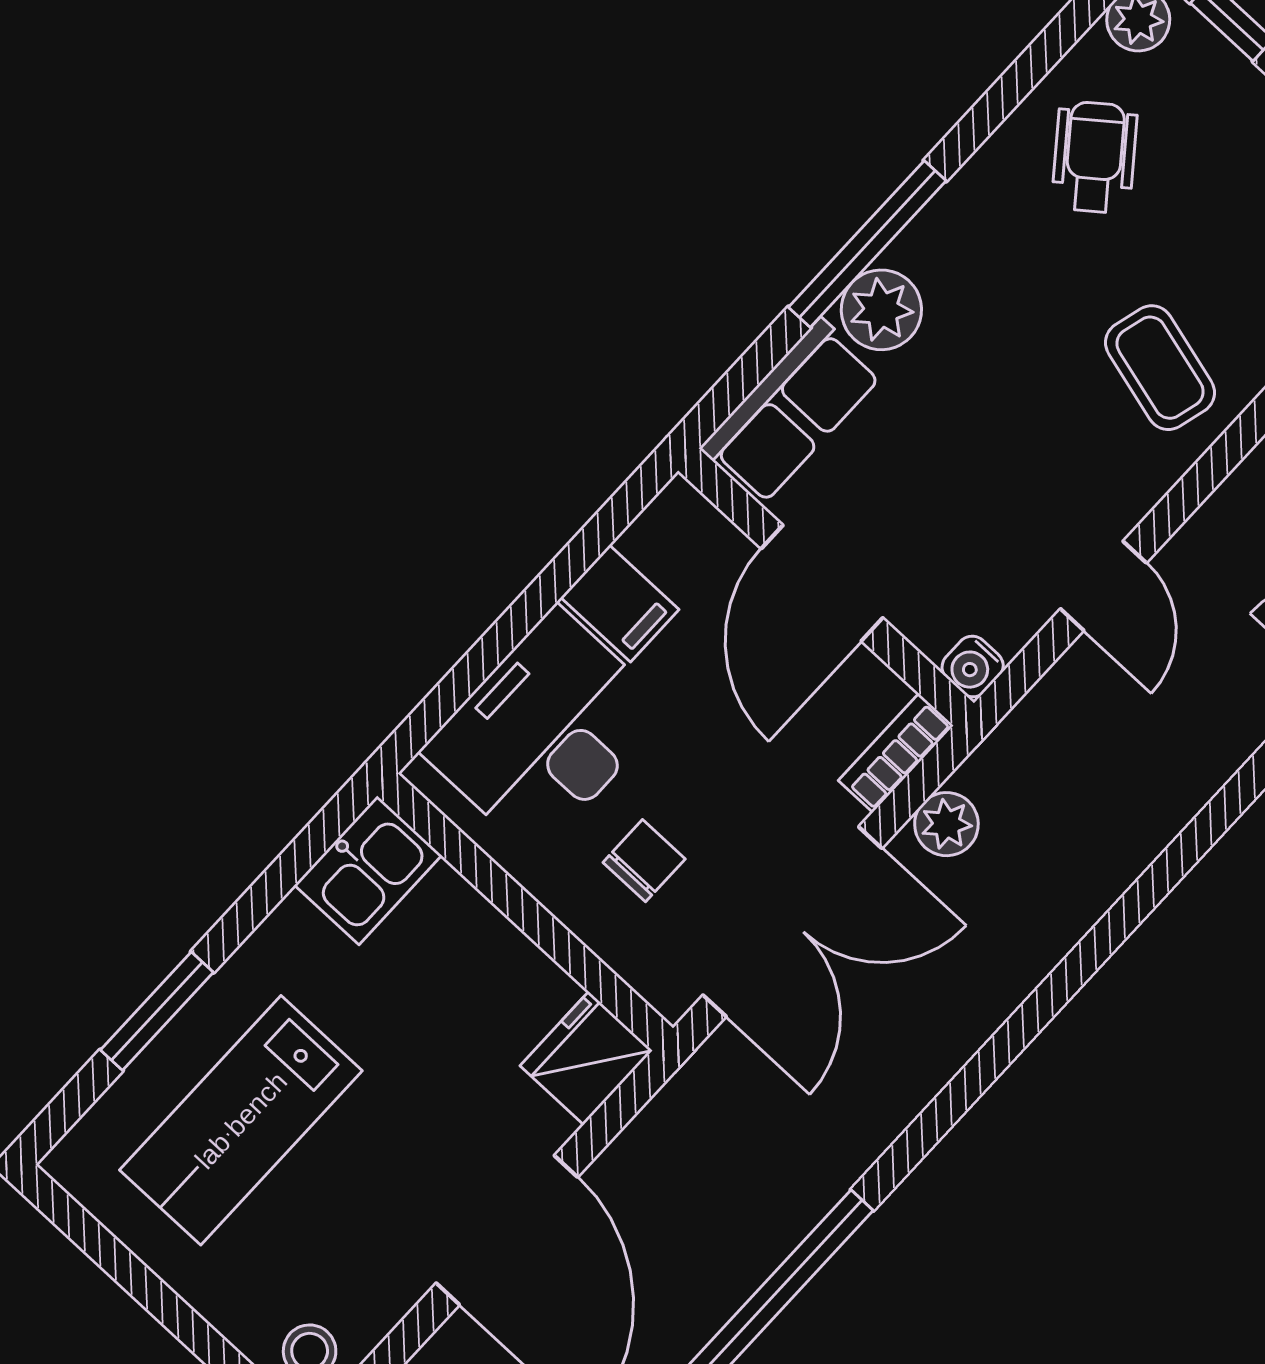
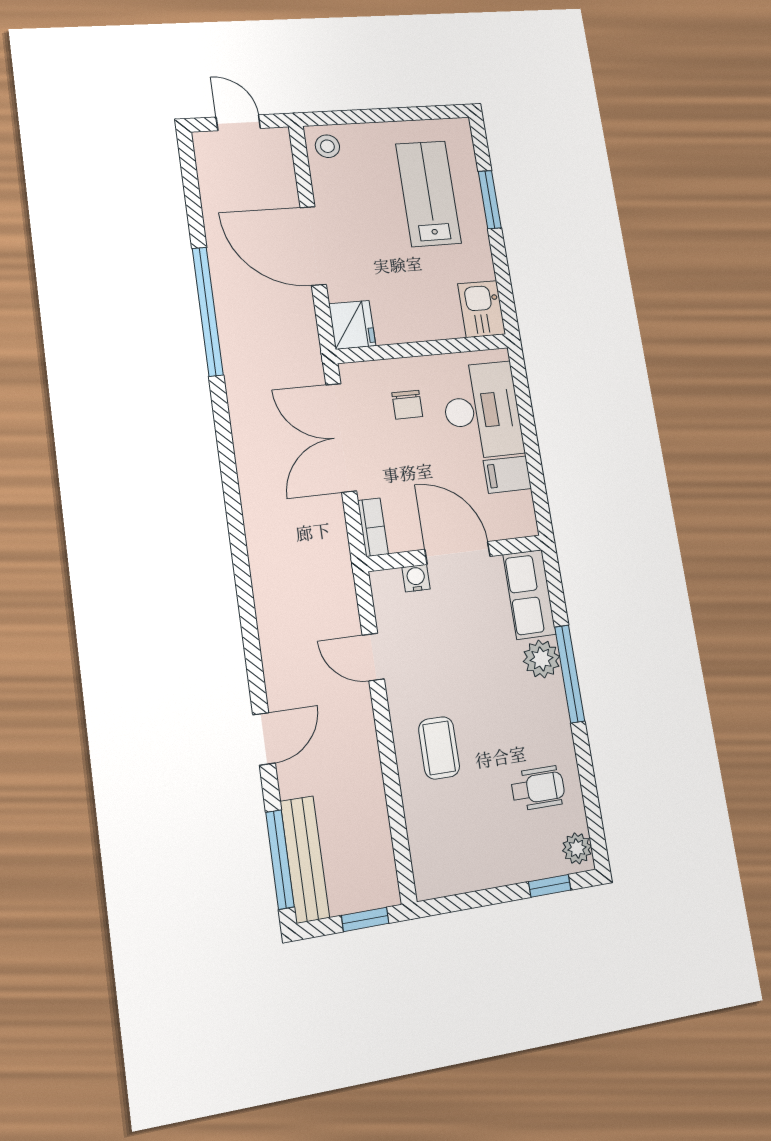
wheelchair: (1094, 157) -> (538, 788), turned -52
coffee table: (1160, 368) -> (439, 748), turned 75
water cooler: (973, 666) -> (416, 578), moved
plant: (946, 824) -> (331, 523), removed

